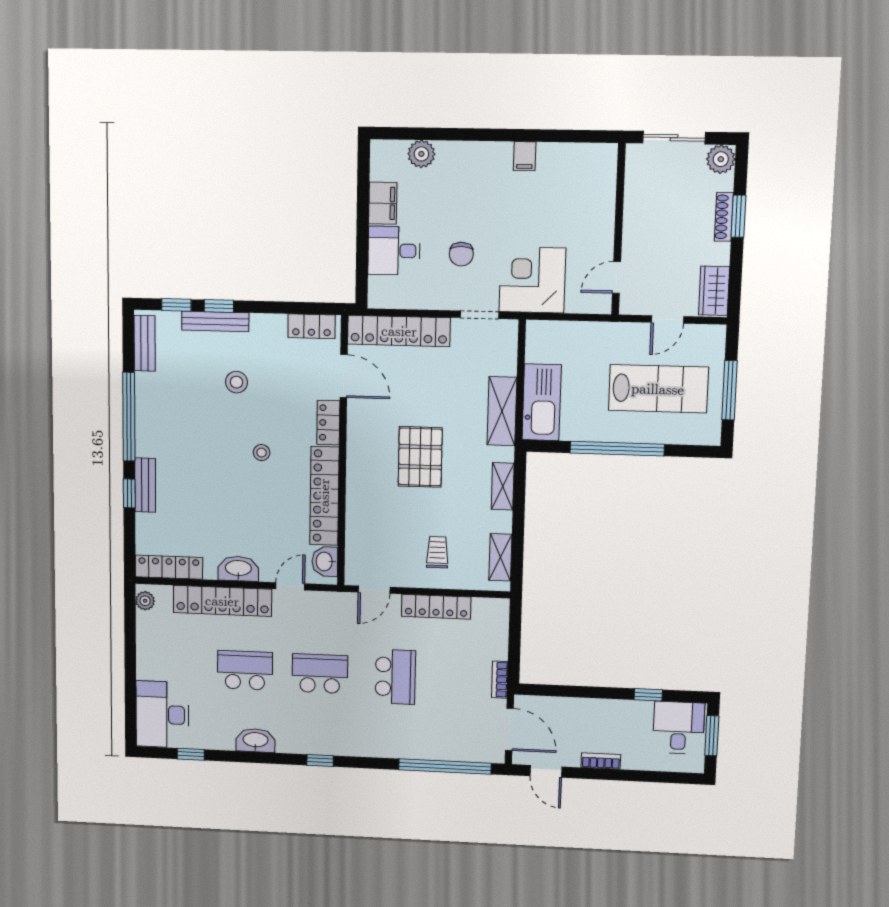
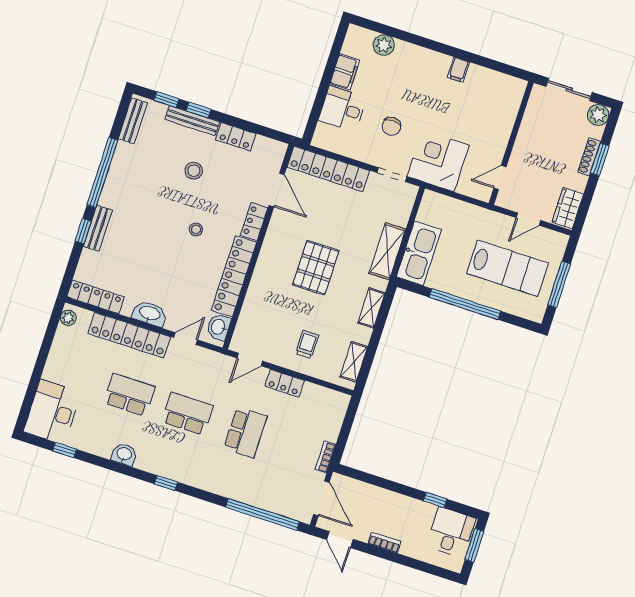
locker: (312, 326) -> (236, 137), moved
locker: (436, 607) -> (285, 383), width x0.66
washbasin: (256, 740) -> (124, 454), width x0.72

